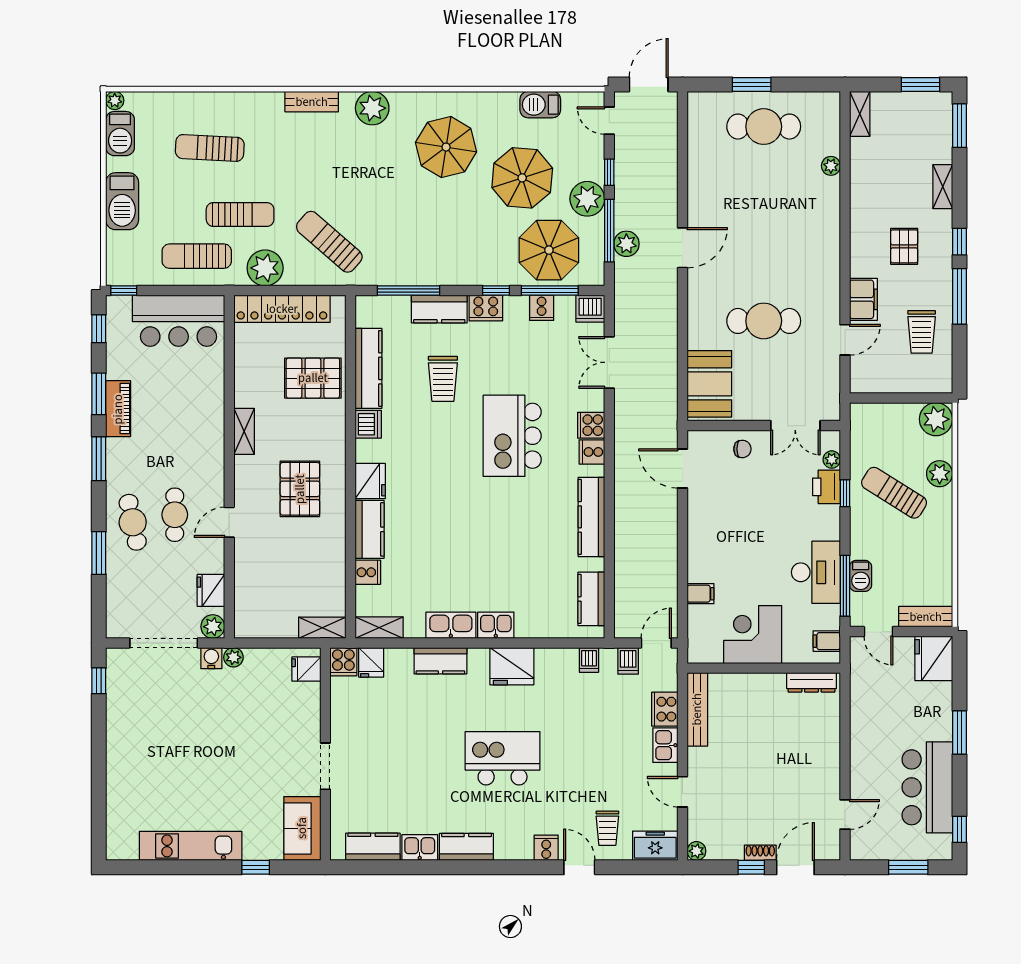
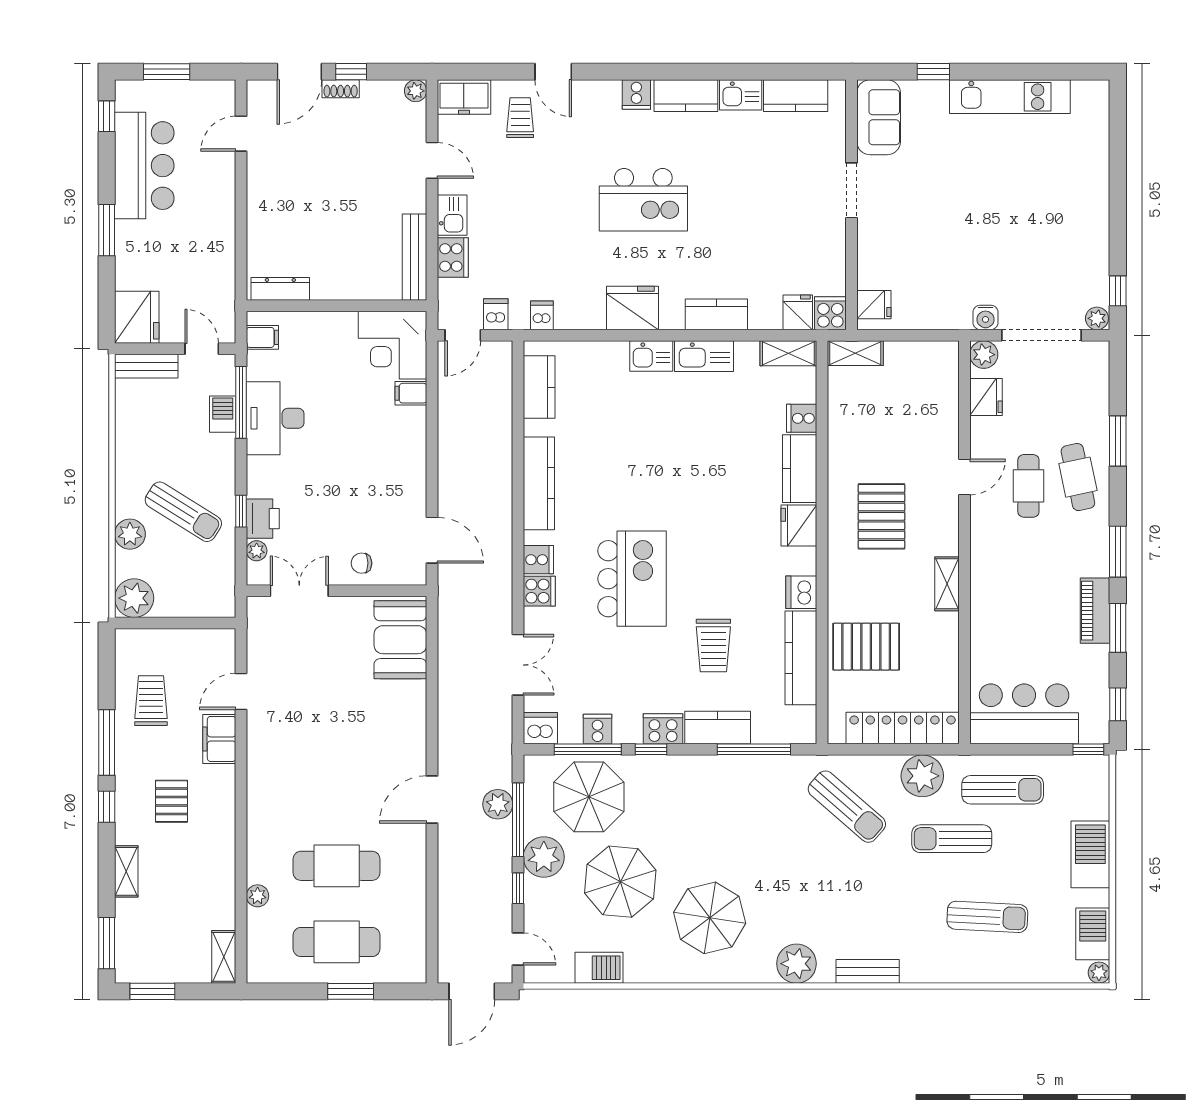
cafe table: (764, 321) -> (337, 866), moved
trolley: (443, 379) -> (713, 645), turned 180
corner desk: (753, 635) -> (393, 345), moved, turned 90
plant: (233, 657) -> (1097, 318), moved
cooker: (546, 848) -> (636, 95), moved

